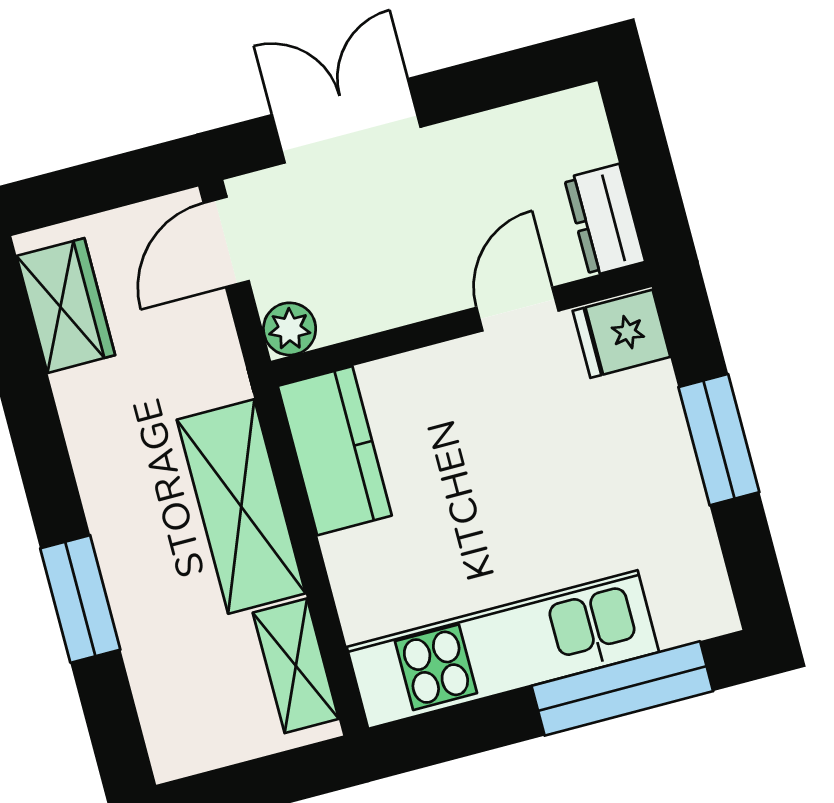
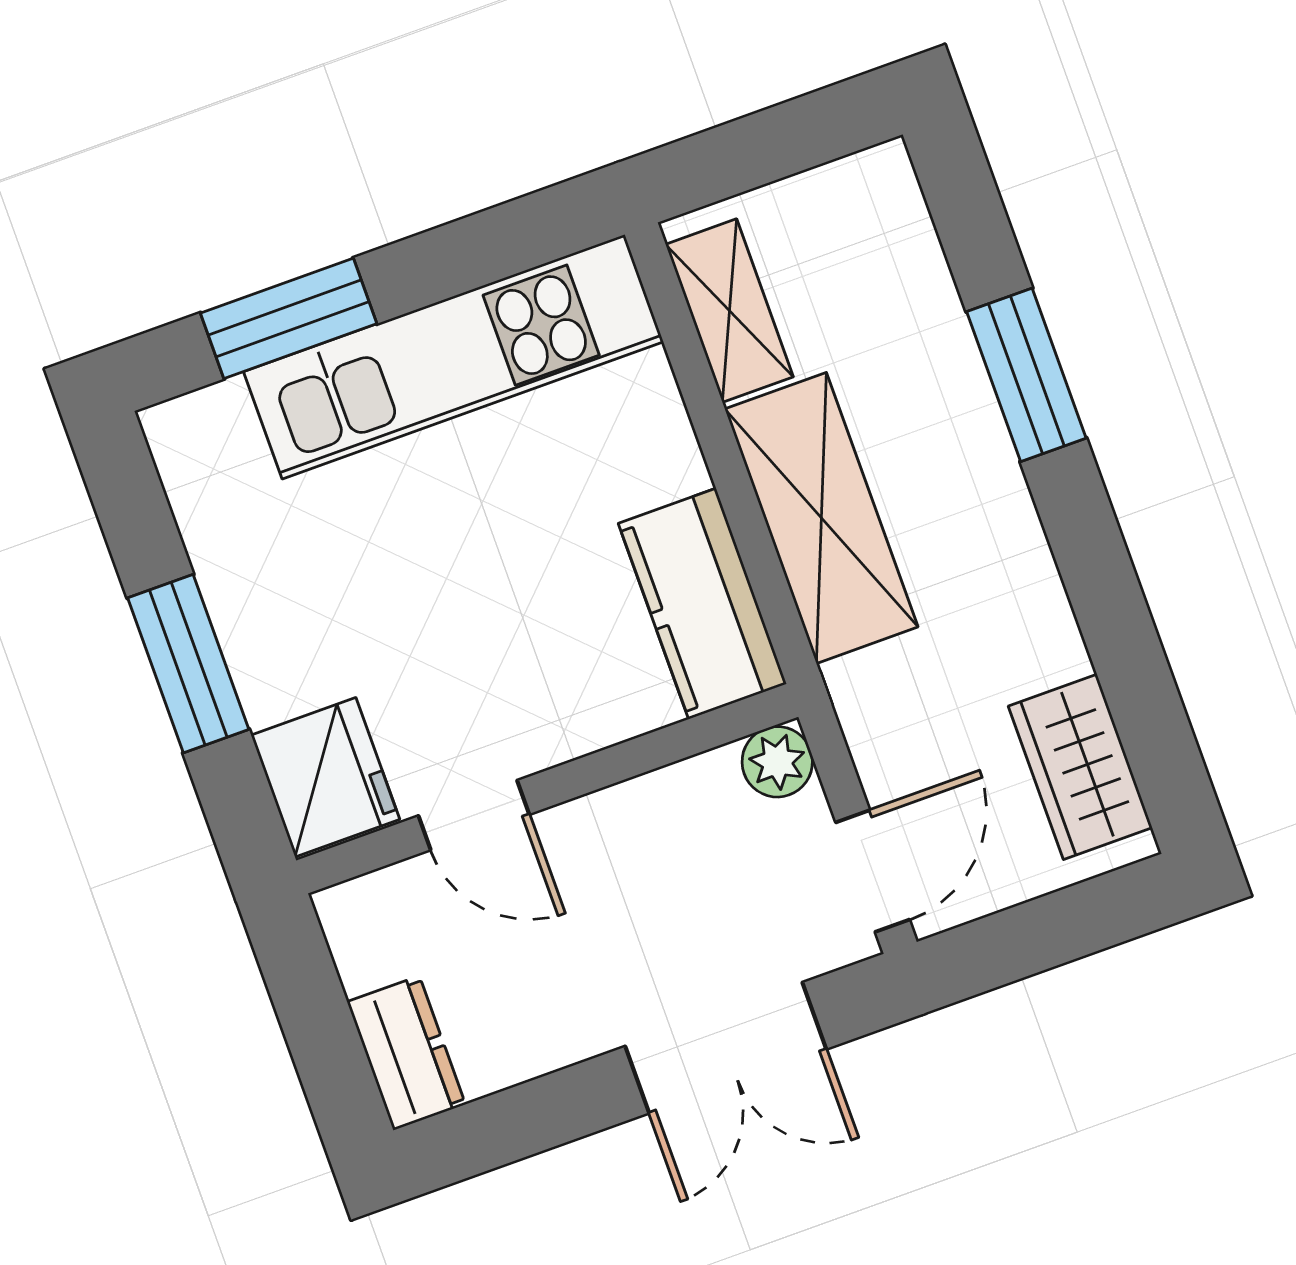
dresser: (605, 220) -> (406, 1053), moved
door: (517, 309) -> (474, 815), hinge flipped
fridge: (621, 334) -> (325, 777), width x1.38
window: (622, 688) -> (289, 318), width x0.69

